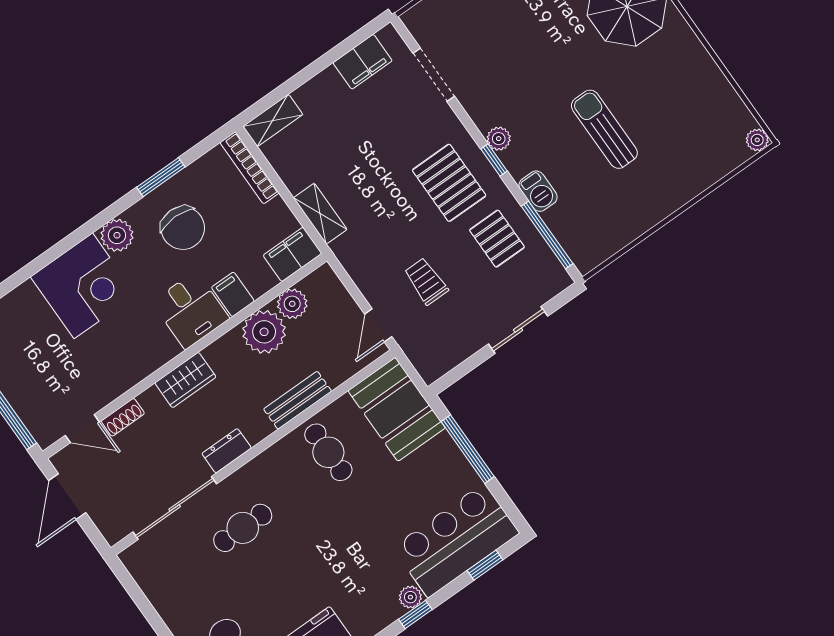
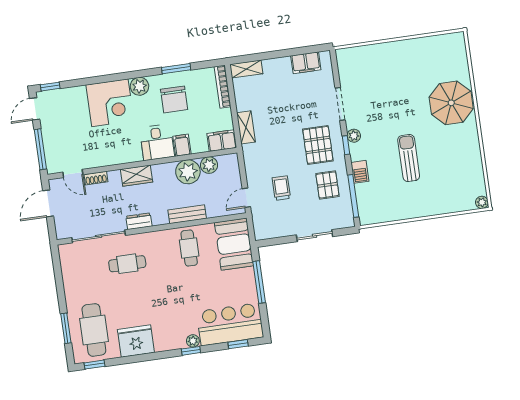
doorway: (434, 75) -> (340, 104), moved

